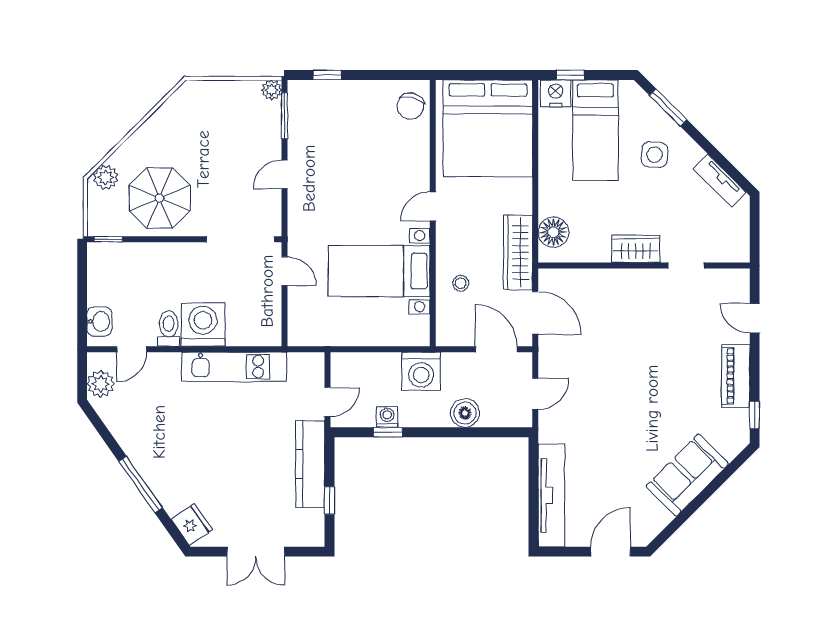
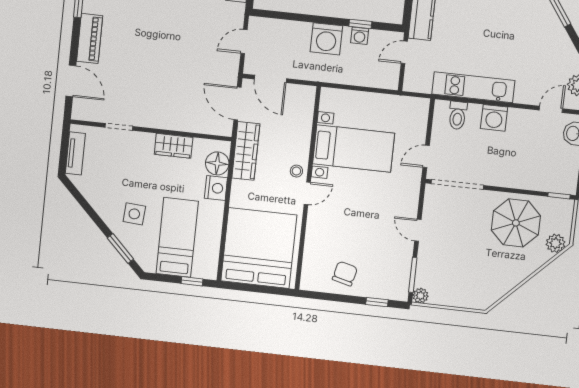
nightstand: (556, 93) -> (216, 188), moved, turned -90
chair: (410, 106) -> (345, 274), moved
door: (285, 174) -> (418, 230), swing flipped
tv unit: (720, 181) -> (75, 153), moved, turned 45
wardrobe: (636, 249) -> (174, 146), moved
door: (285, 271) -> (426, 156), hinge flipped
stool: (461, 283) -> (296, 171), moved
door: (755, 318) -> (71, 81), width x1.37
washing machine: (203, 325) -> (494, 118), width x0.73, depth x0.73
toilet: (169, 328) -> (458, 115), moved
washing machine: (421, 371) -> (326, 39), moved, turned 180
boiler: (465, 413) -> (299, 32), removed

